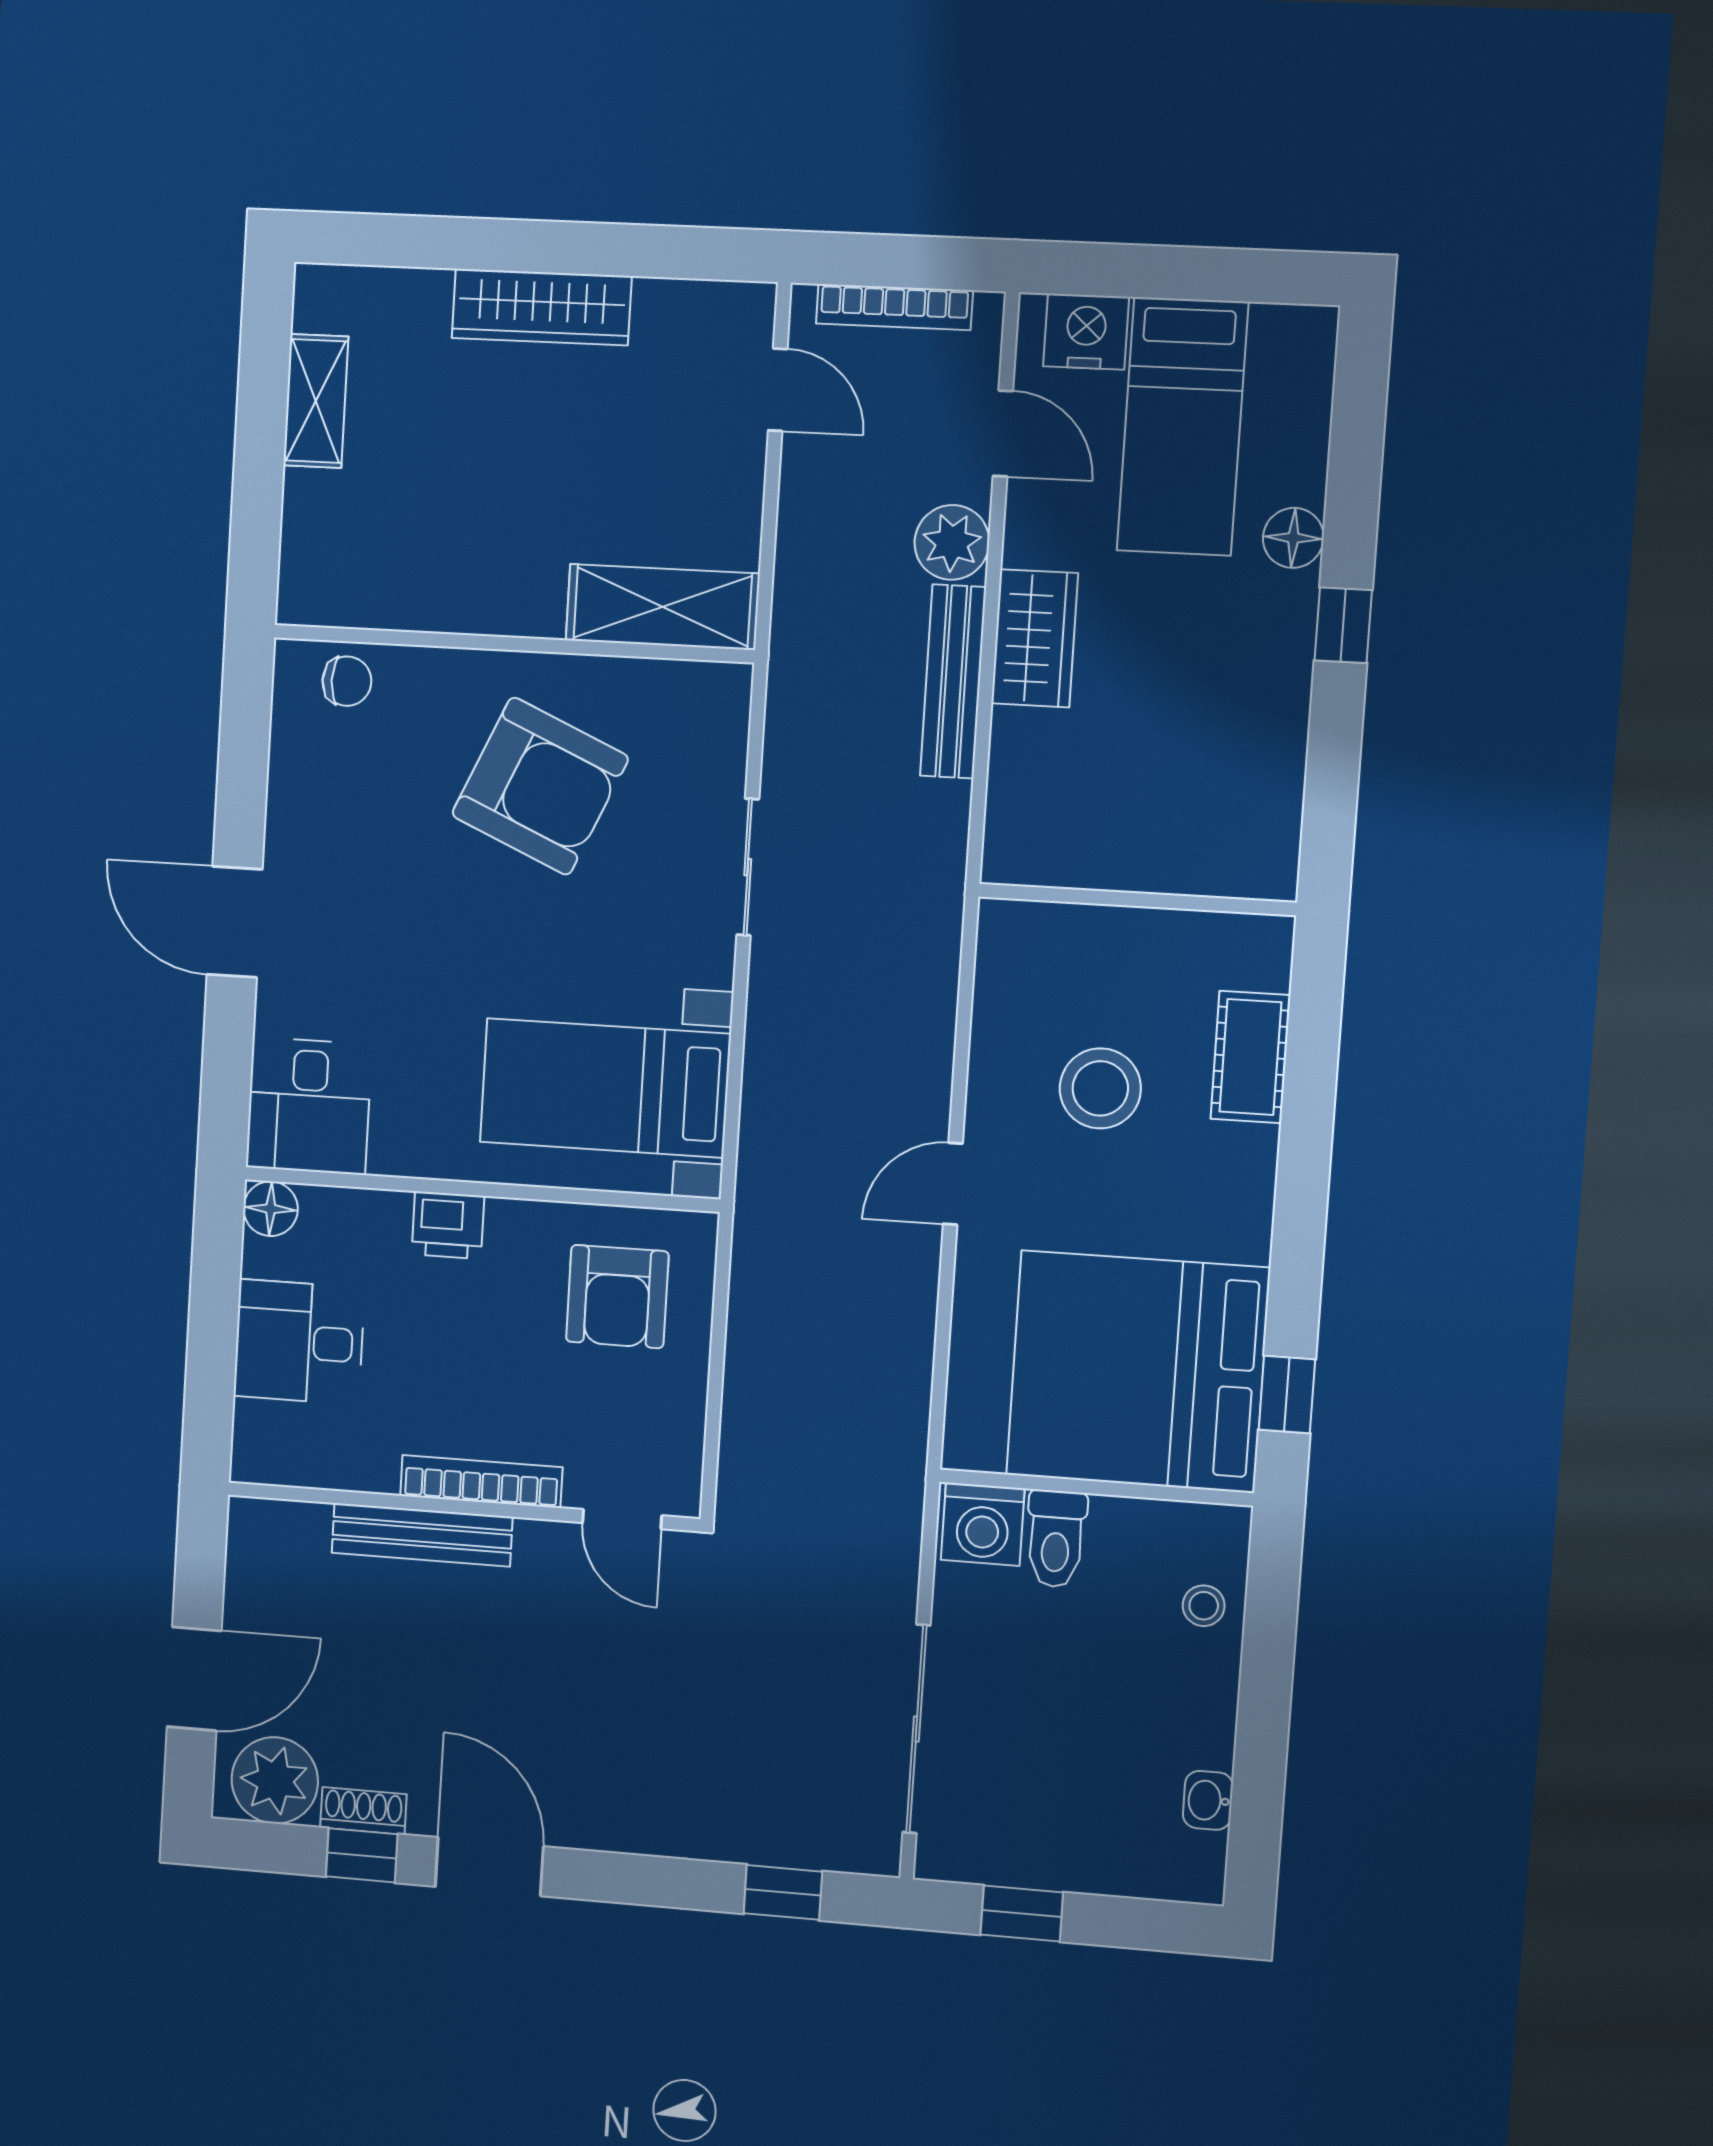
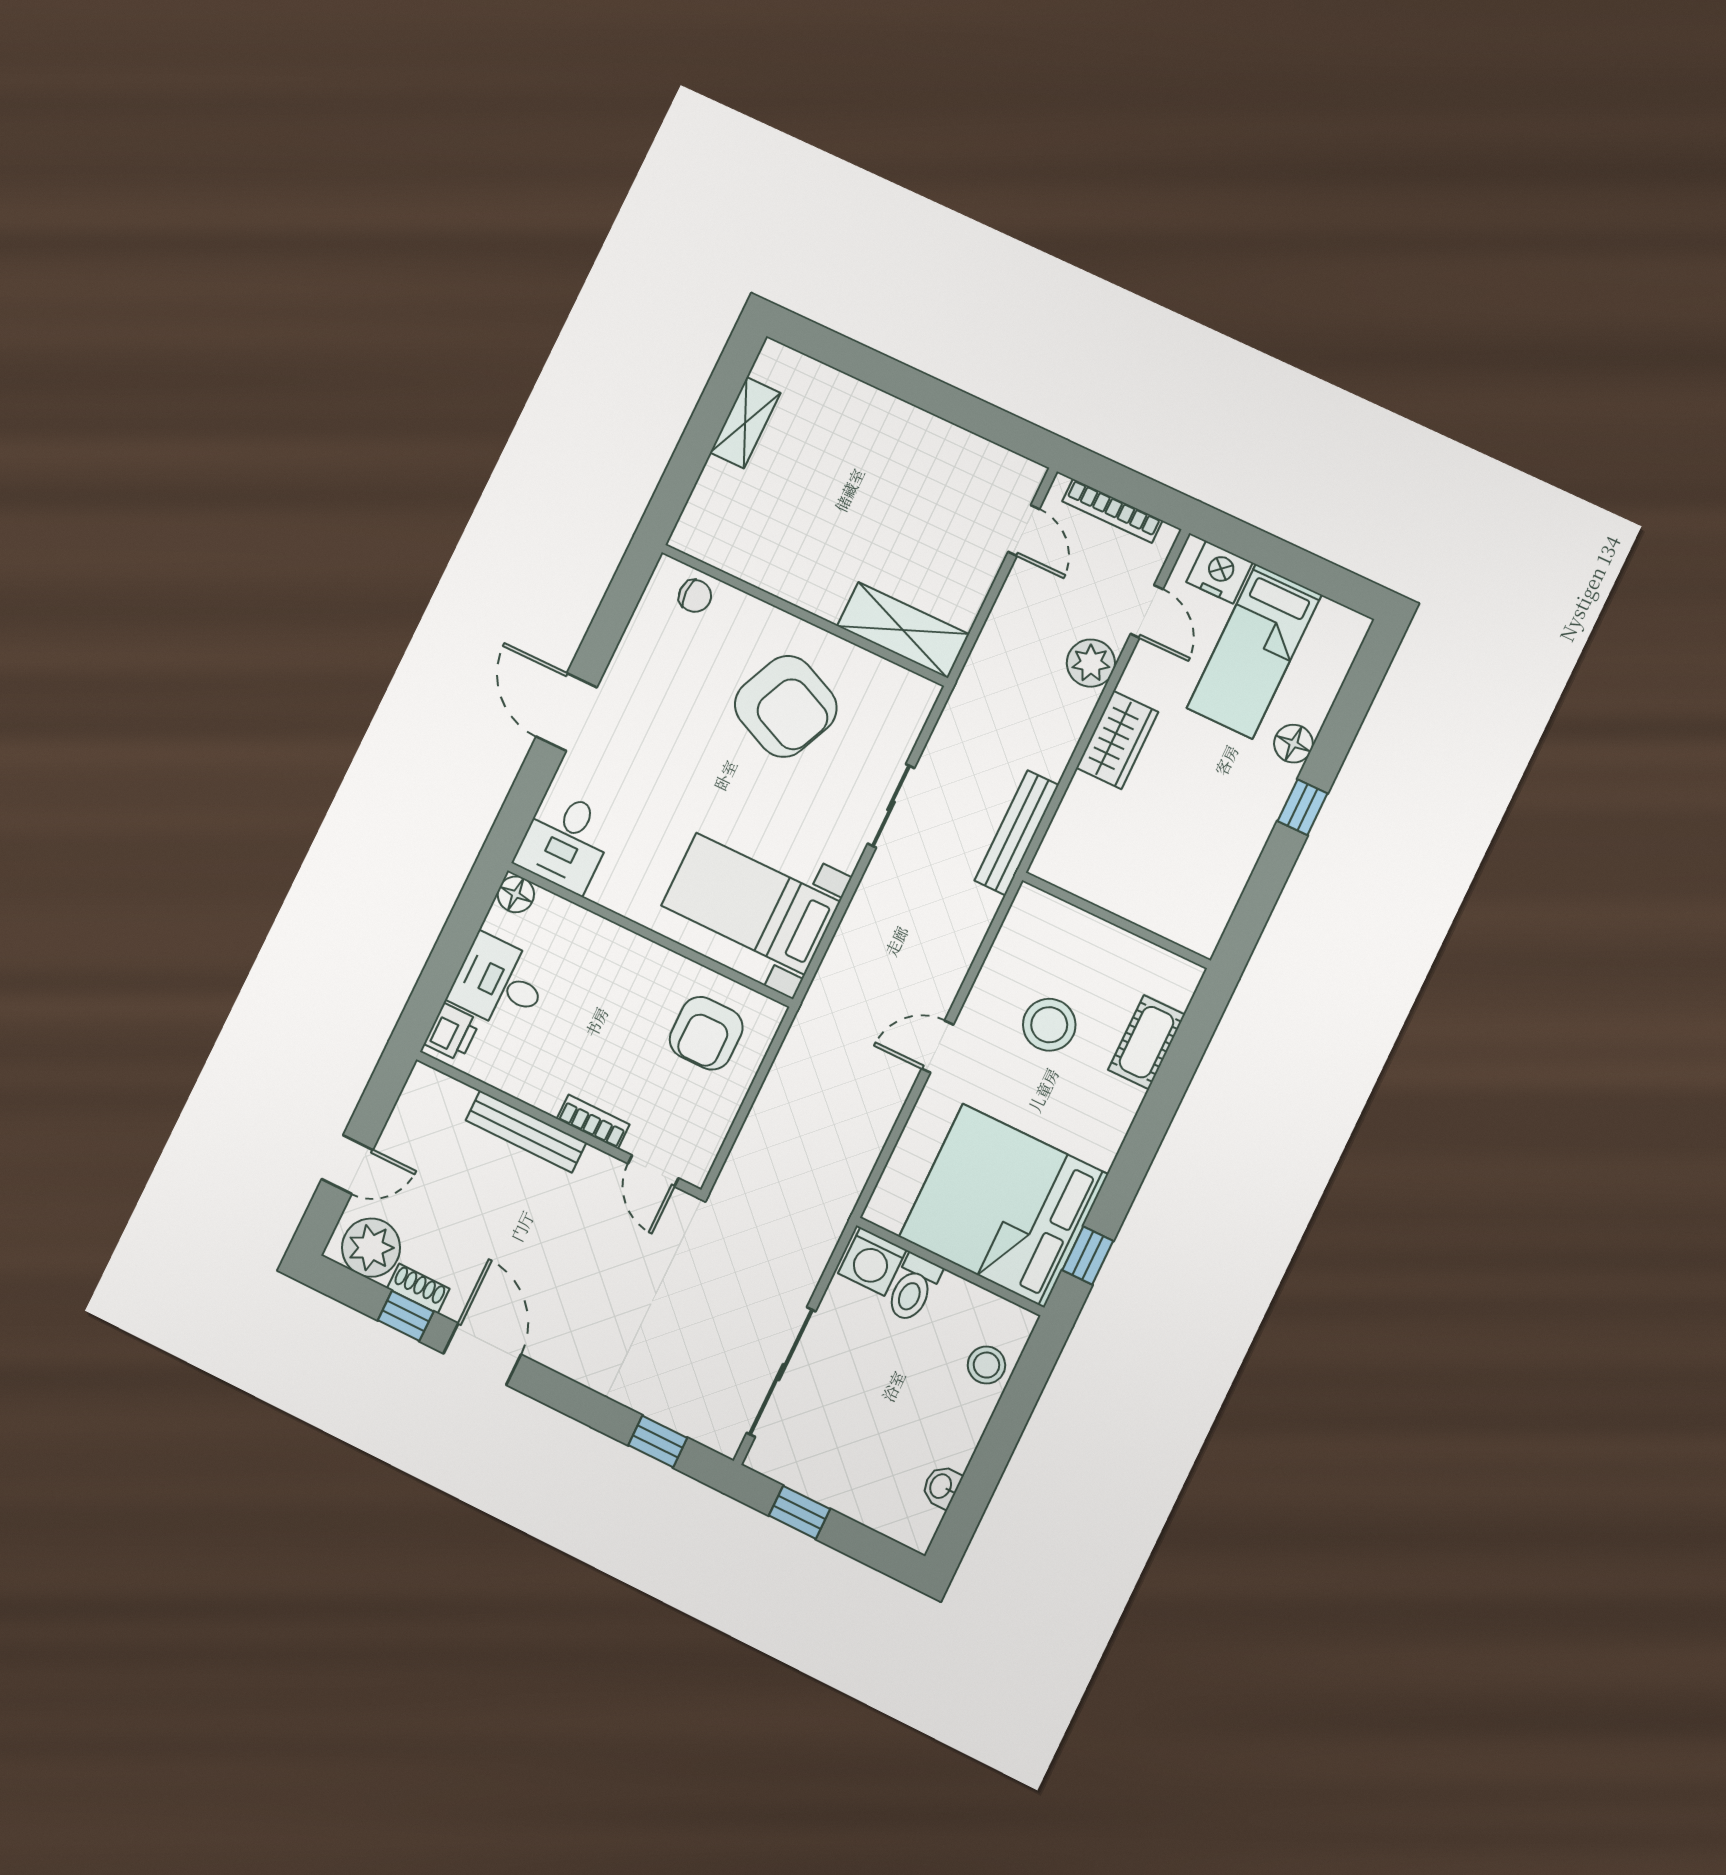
wardrobe: (542, 307) -> (903, 424), removed
bench: (953, 681) -> (1017, 833), moved
printer: (448, 1225) -> (452, 1032), moved, turned -90
bookcase: (481, 1482) -> (593, 1122), width x0.64
stool: (1204, 1606) -> (986, 1365), width x1.37, depth x1.37
door: (194, 1679) -> (347, 1164), width x0.73

